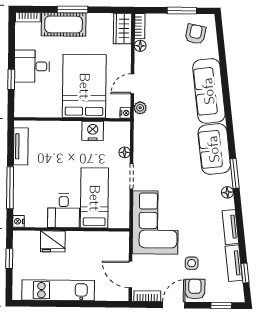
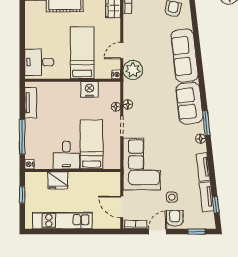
floor lamp: (140, 46) -> (128, 104), moved
desk: (32, 66) -> (39, 62), moved
window: (11, 79) -> (22, 48), removed
bed: (84, 86) -> (82, 53), width x0.67
plant: (140, 108) -> (133, 70), width x1.87, depth x1.87

